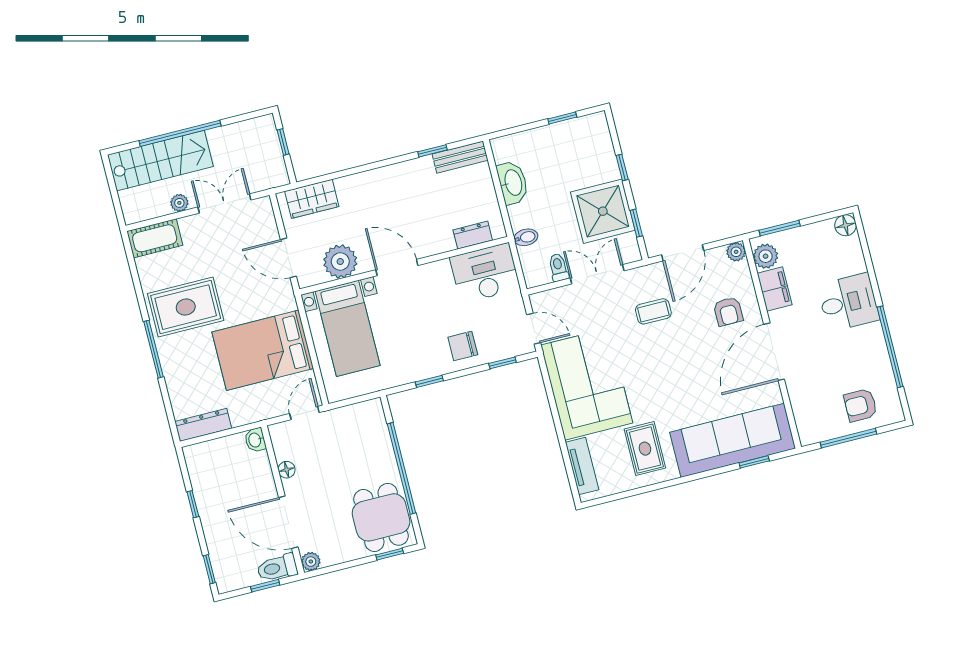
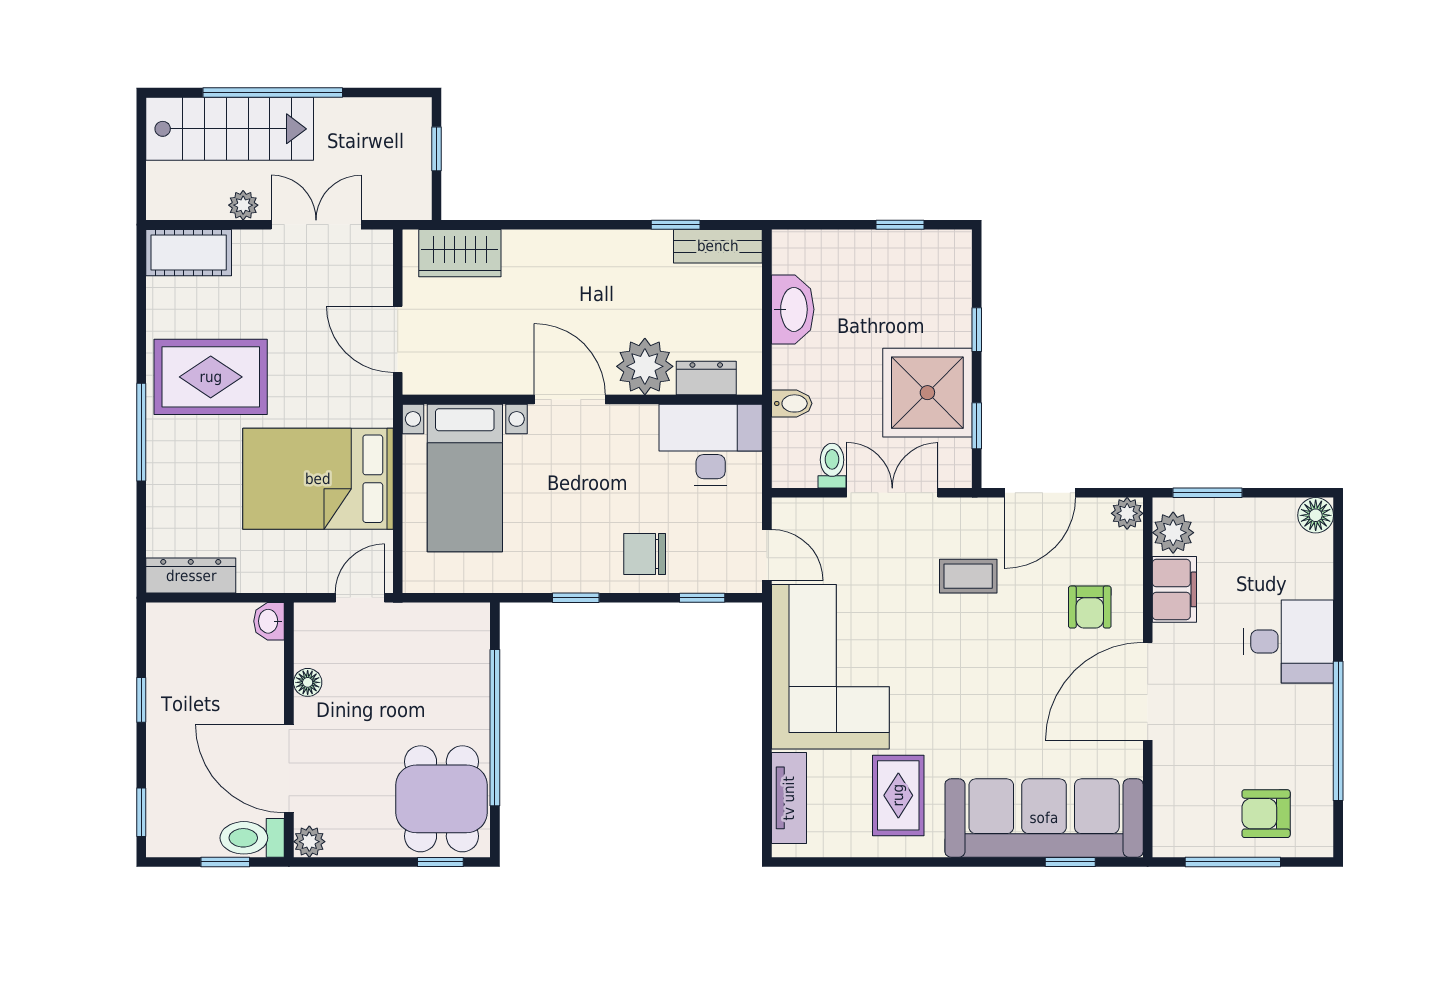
plant: (340, 262) -> (645, 366), moved

